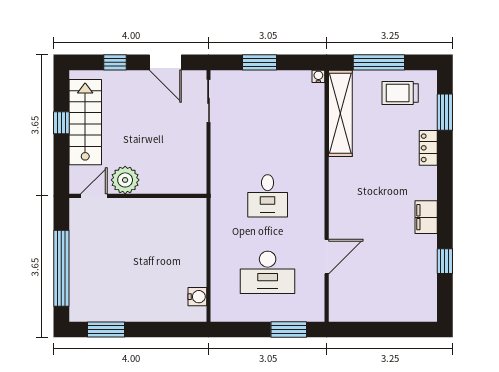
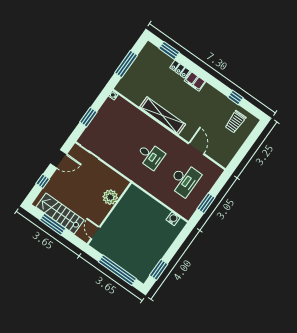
trolley: (400, 93) -> (235, 122), moved
shelving: (340, 113) -> (163, 116), moved
window: (61, 123) -> (53, 224), width x2.17
plant: (125, 180) -> (110, 197), moved
filing cabinet: (426, 217) -> (195, 81), moved
window: (289, 330) -> (206, 203), moved

